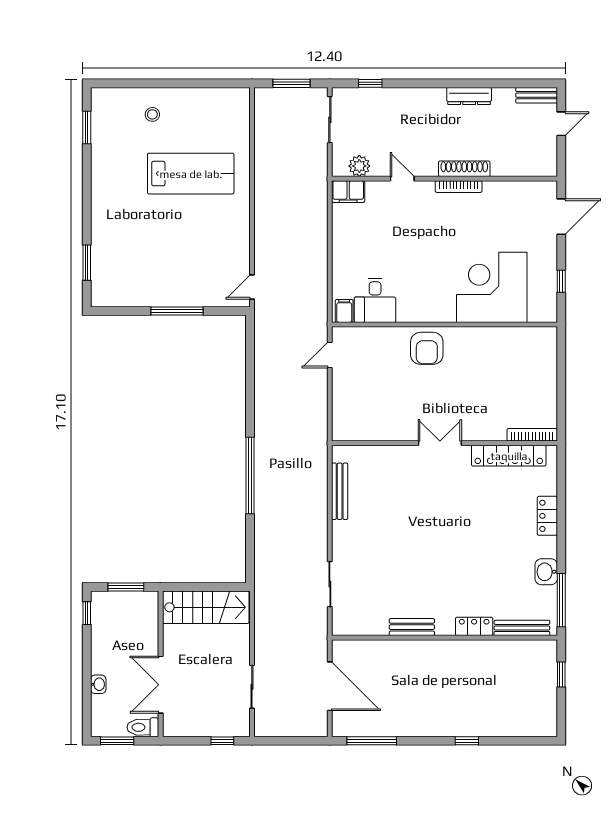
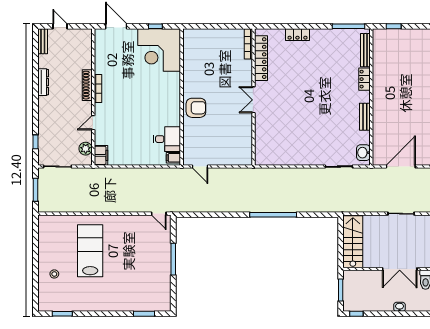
corner desk: (492, 287) -> (159, 50), moved
bench: (340, 491) -> (283, 161), removed
washbasin: (546, 572) -> (363, 153), moved, turned 90

